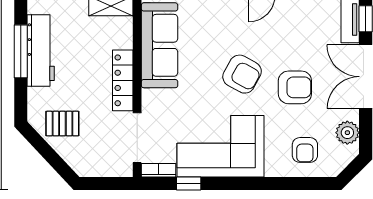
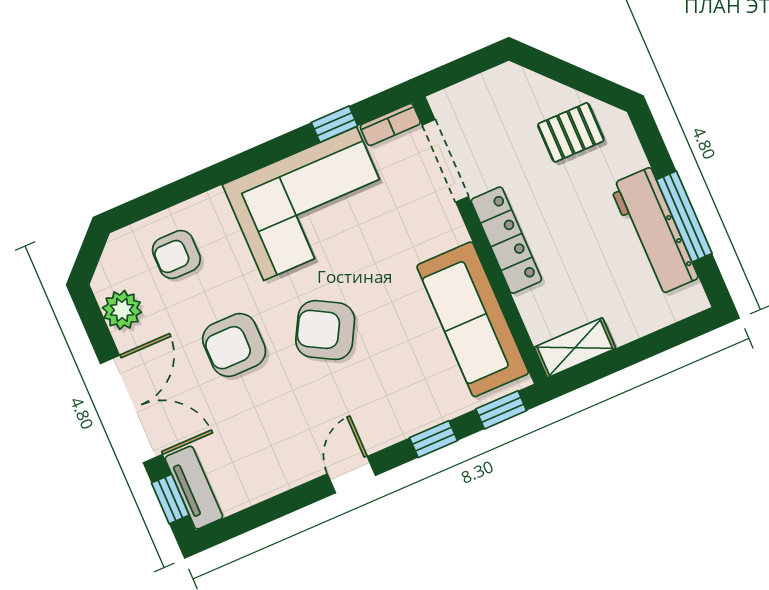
armchair: (305, 150) -> (176, 254), turned -90

